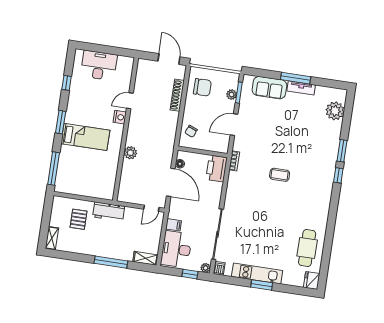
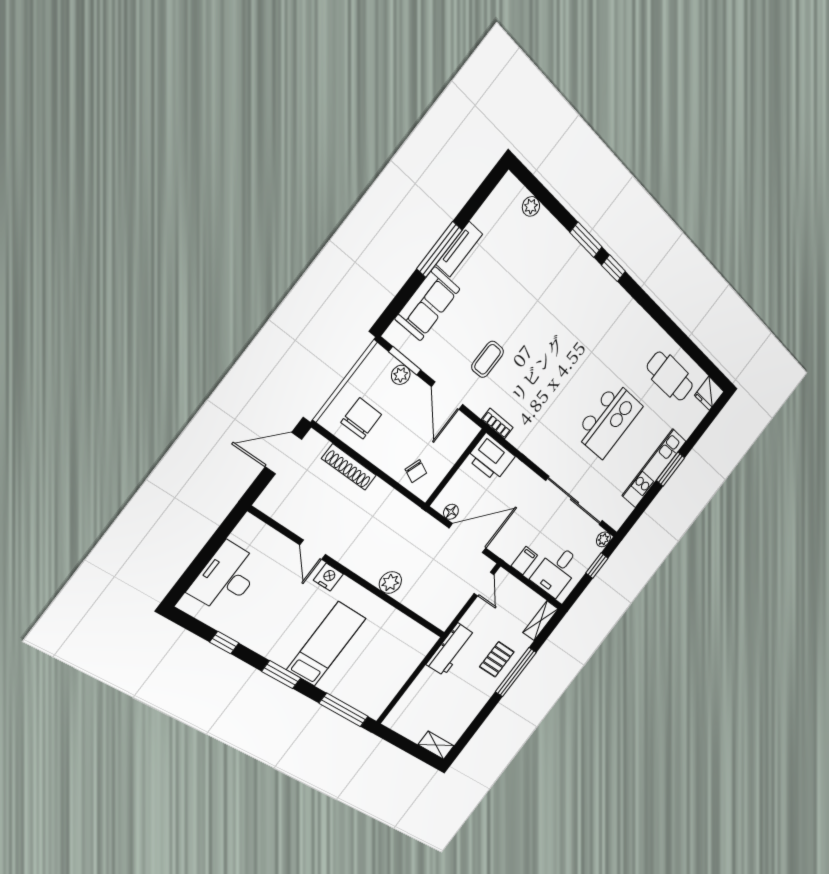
plant: (335, 111) -> (531, 206), width x0.53, depth x0.53
coffee table: (280, 175) -> (488, 359), moved
pallet: (79, 219) -> (497, 659), moved, turned 90
kitchen island: (267, 226) -> (609, 420), added
desk: (176, 249) -> (556, 571), width x0.73
dishwasher: (219, 268) -> (616, 520), removed

